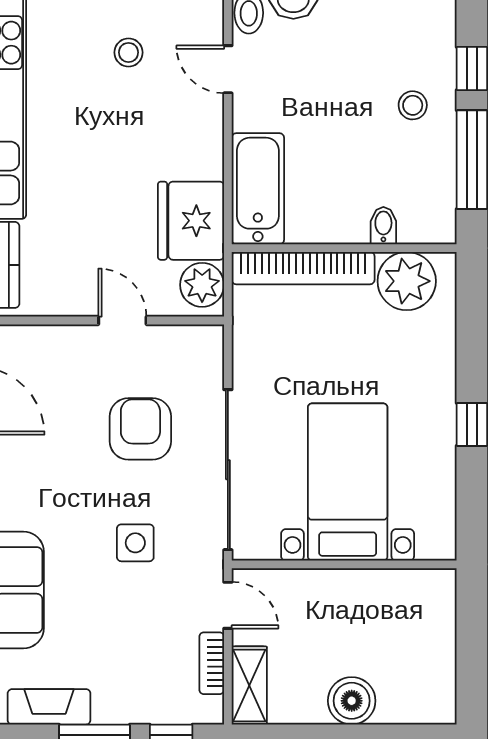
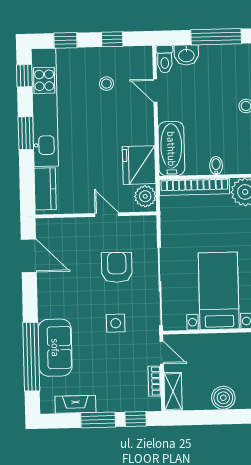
bidet: (383, 226) -> (216, 166), moved

